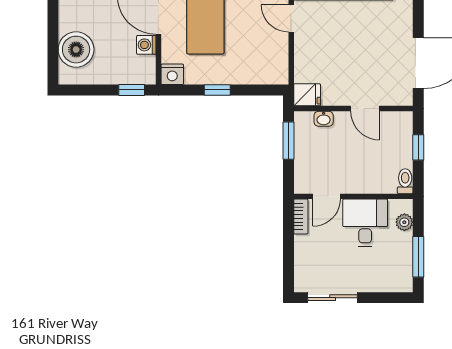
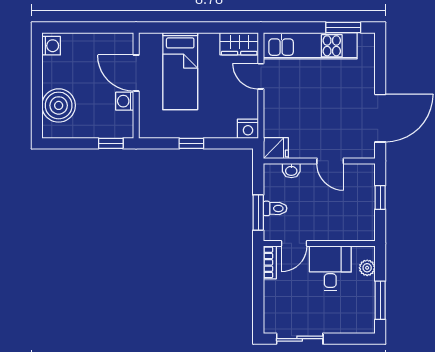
nightstand: (172, 74) -> (248, 129), moved
window: (288, 141) -> (258, 213), moved
toilet: (405, 181) -> (275, 208), moved, turned 90

